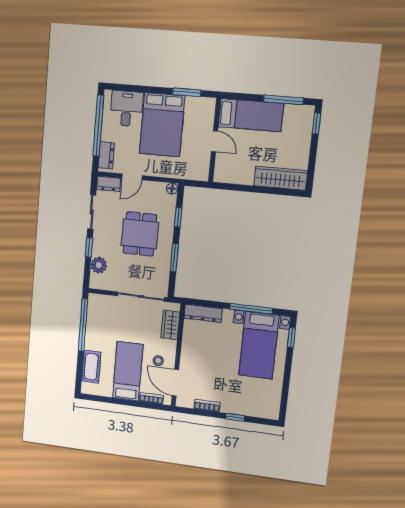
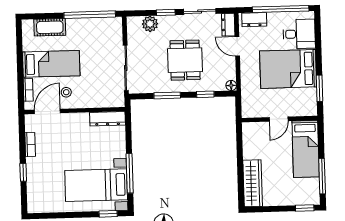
dining table: (140, 234) -> (185, 60), turned 90
dresser: (203, 313) -> (107, 119), moved, turned -90
wardrobe: (170, 325) -> (103, 100), removed

